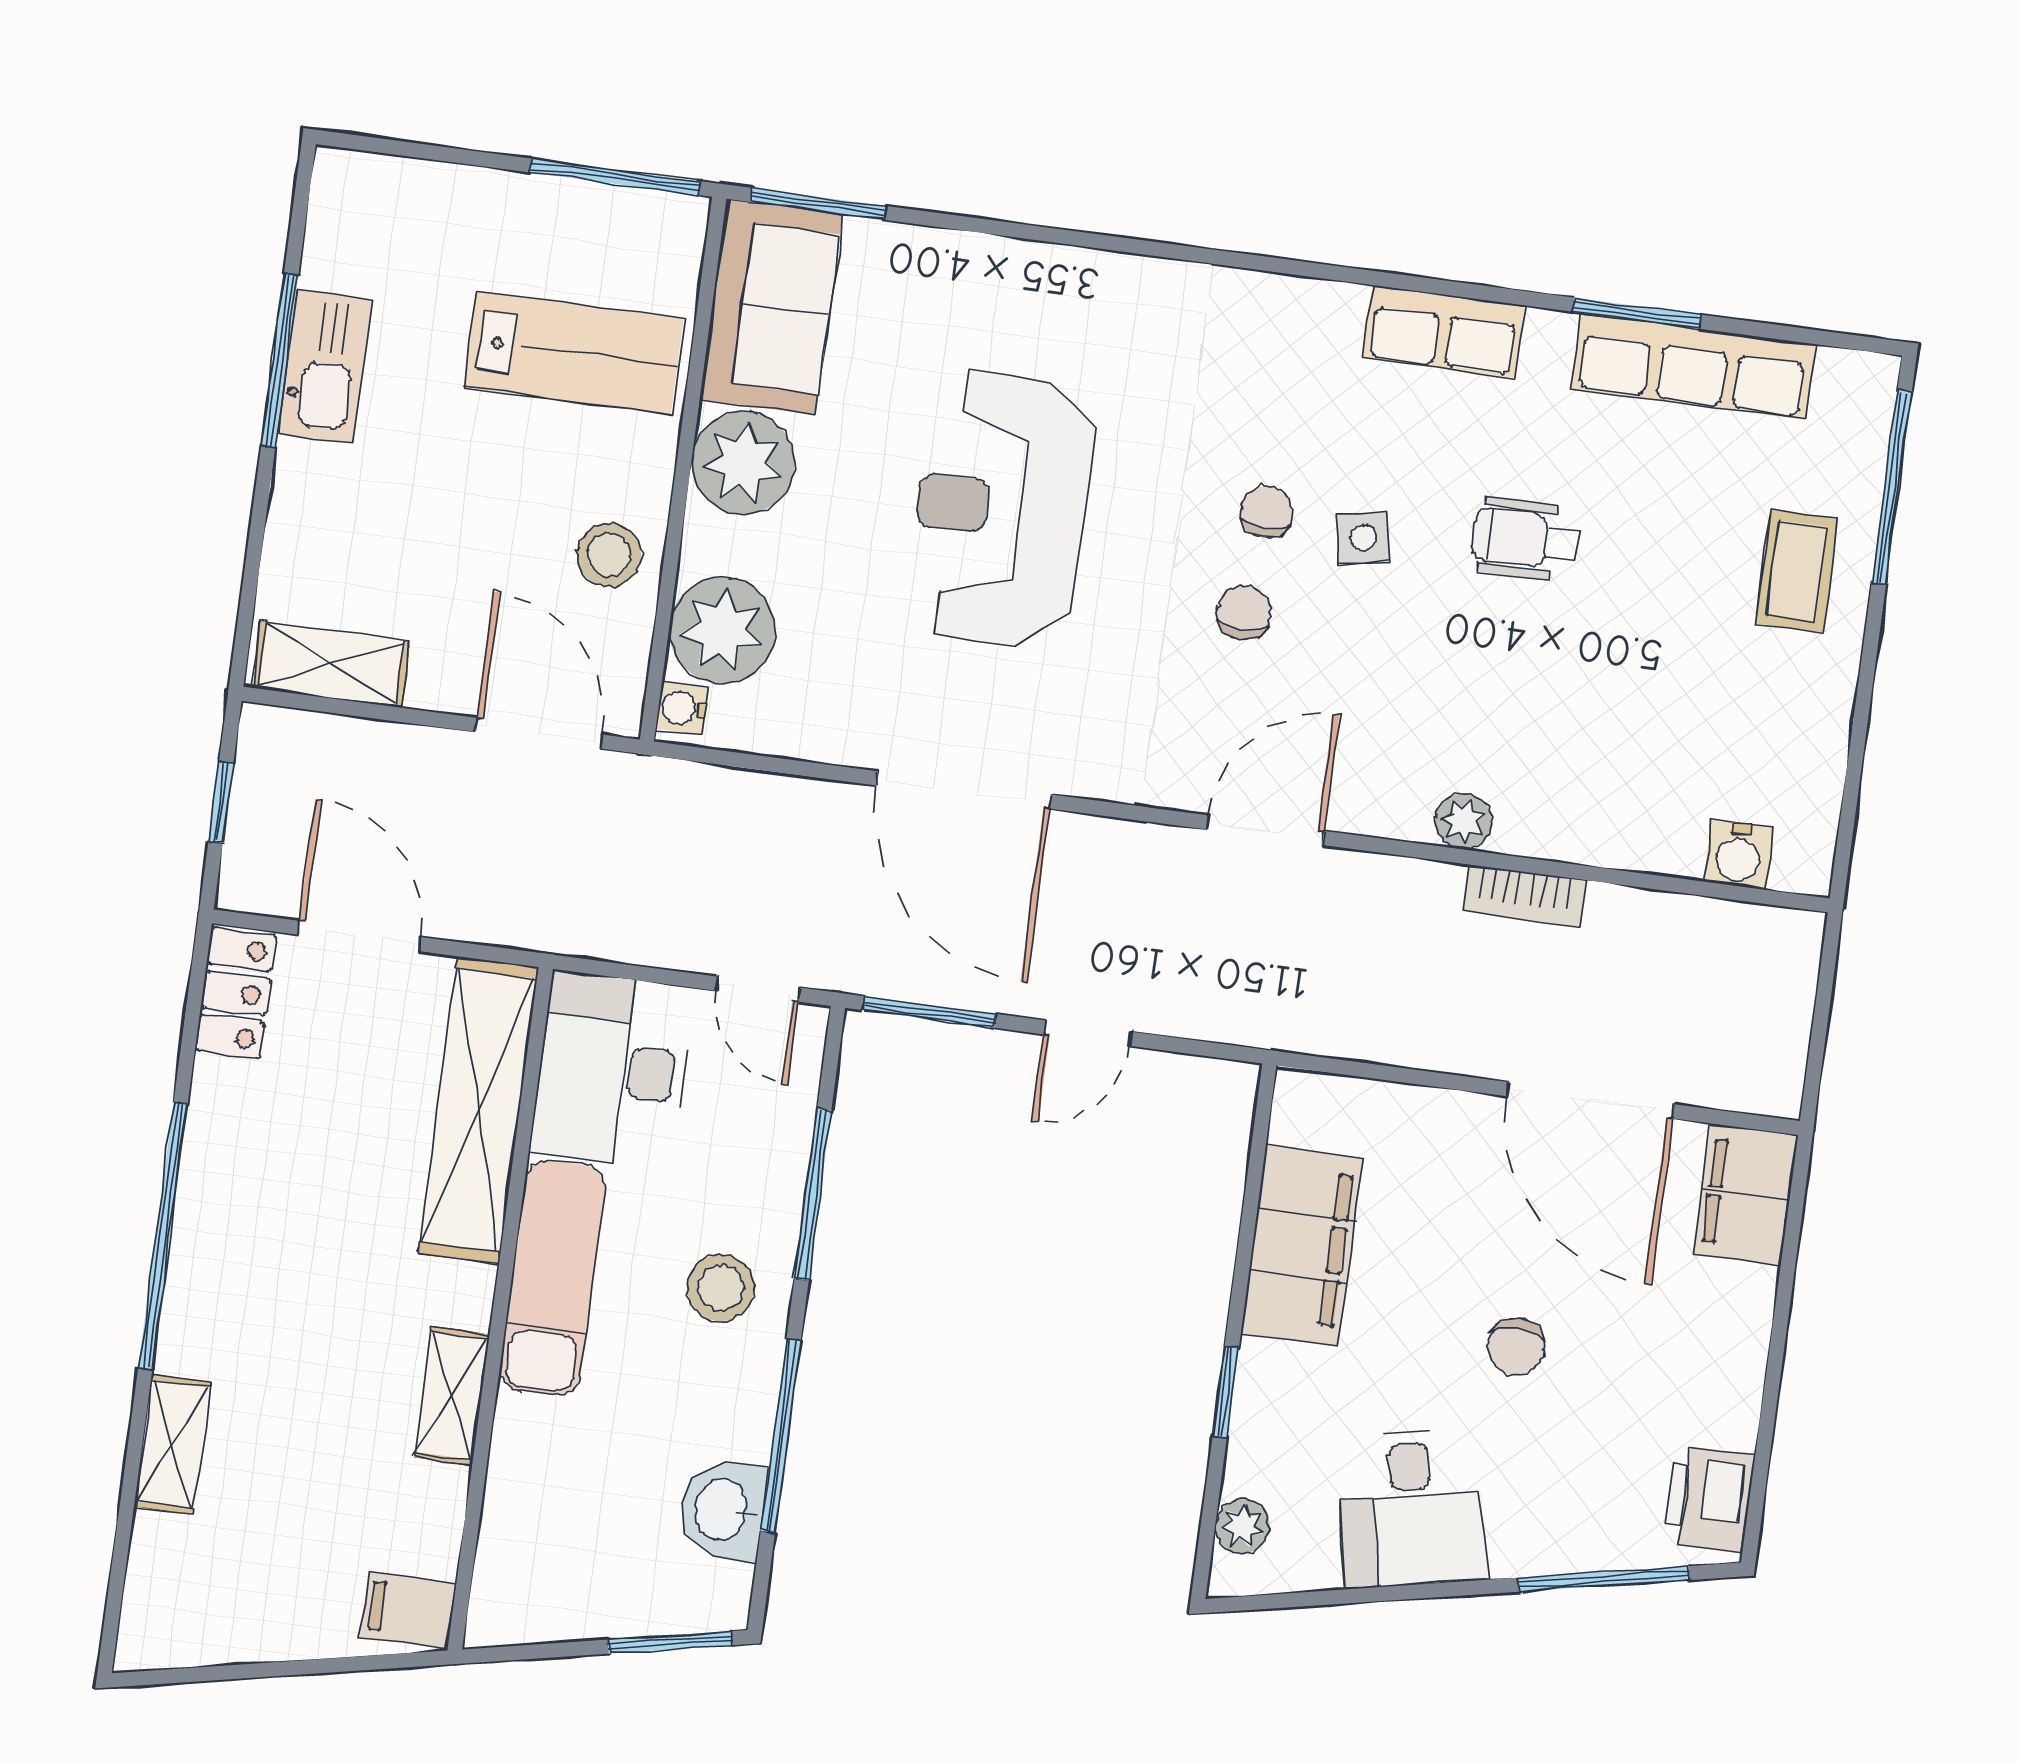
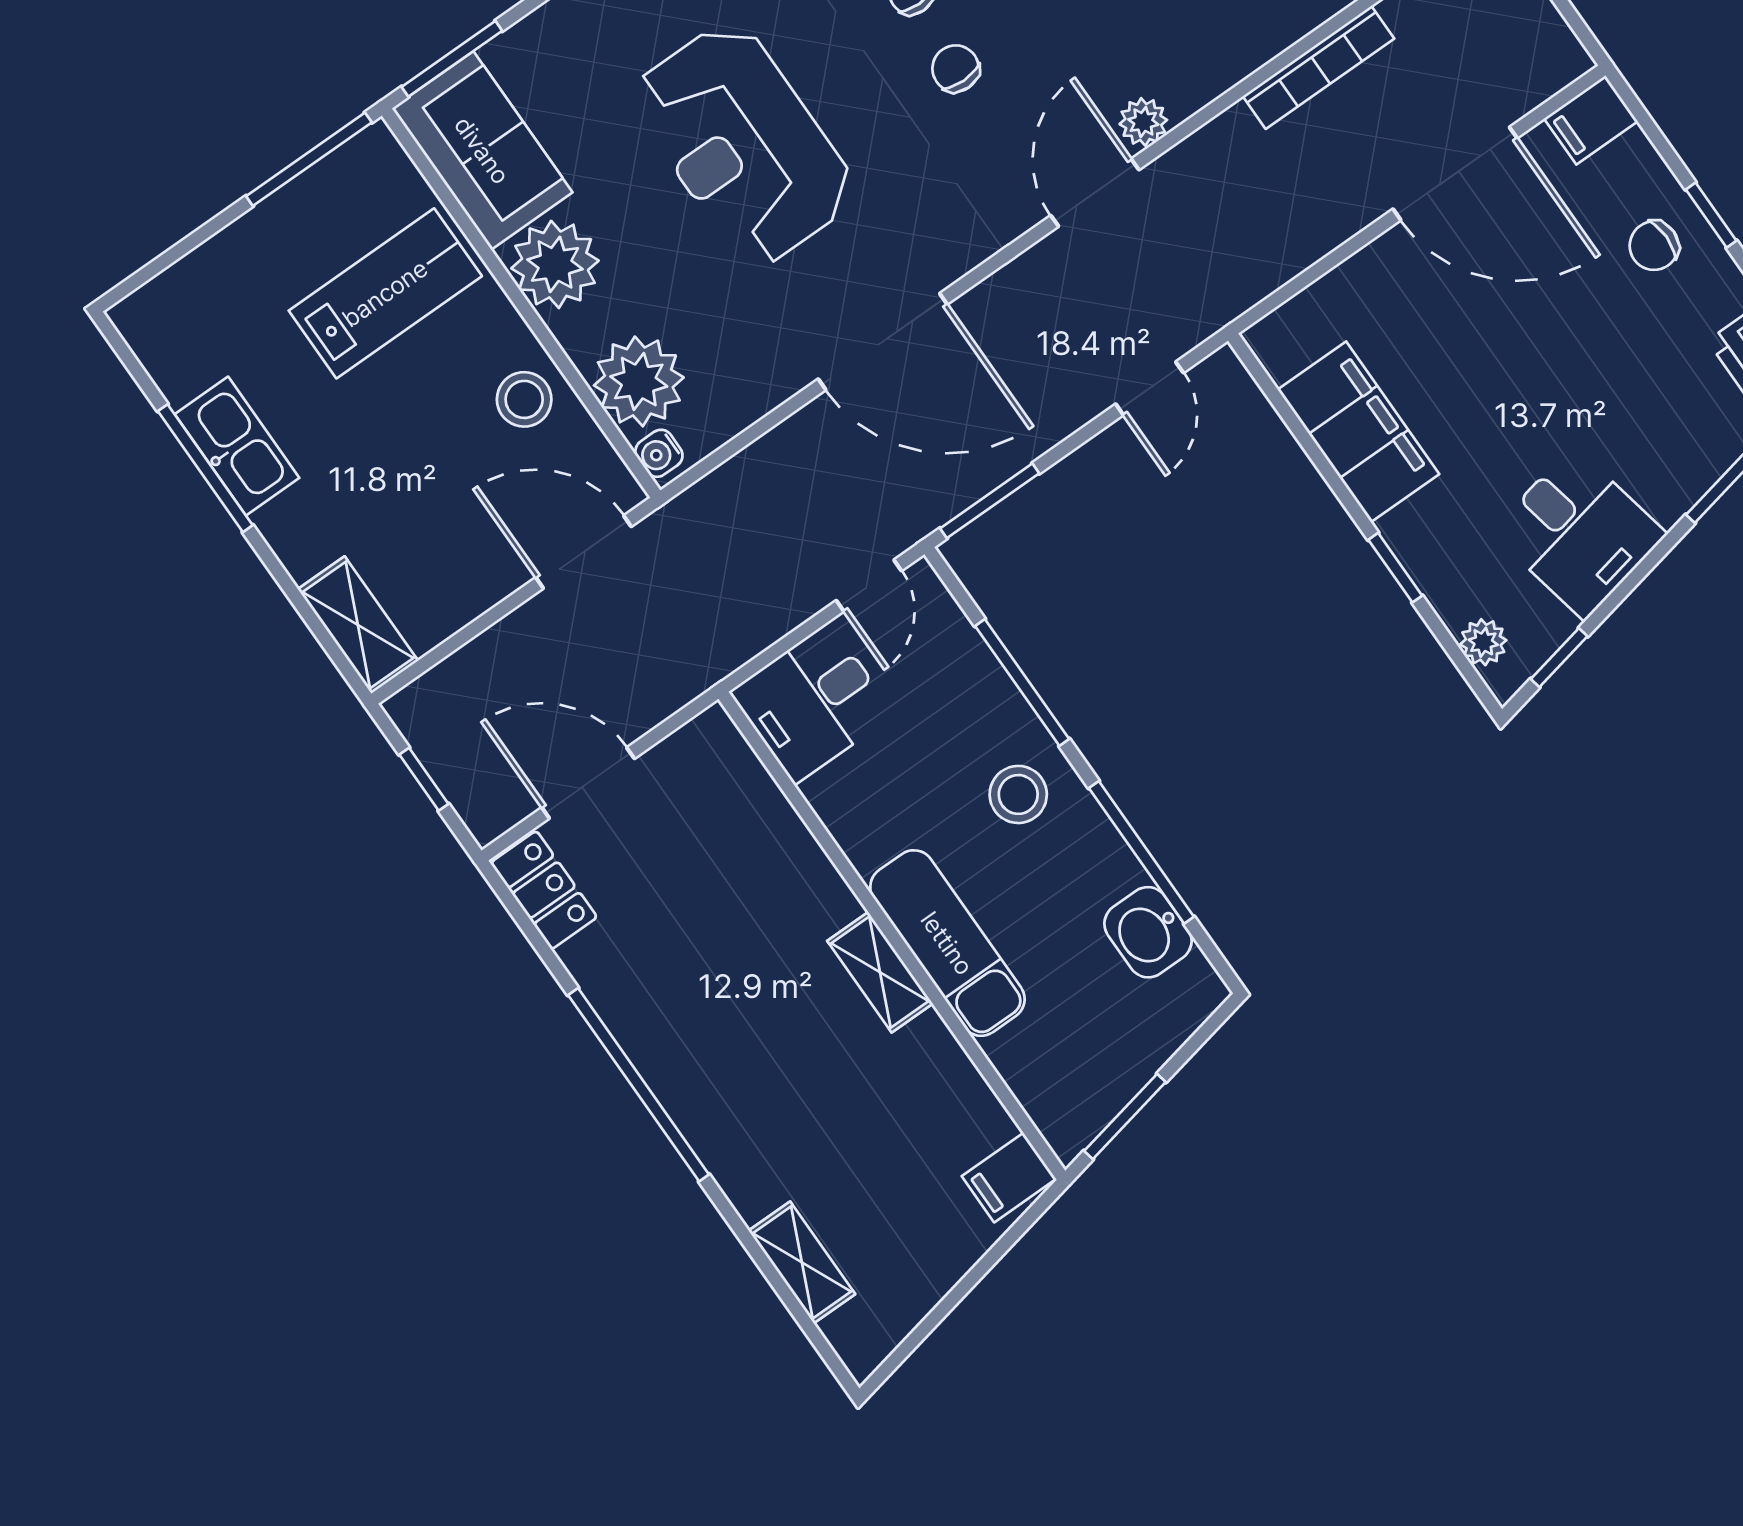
shelving: (331, 664) -> (358, 625), moved, turned 90
plant: (1463, 821) -> (1143, 122), moved
bookcase: (1524, 896) -> (1318, 67), width x1.56
door: (758, 989) -> (869, 586), hinge flipped
door: (1088, 1033) -> (1150, 388), moved
desk: (612, 1070) -> (812, 703), width x0.73
shelving: (478, 1110) -> (764, 823), removed
filing cabinet: (1746, 1195) -> (1591, 120), width x0.50
exam couch: (552, 1278) -> (947, 943), moved
window: (1778, 1339) -> (1711, 215), added
chair: (1516, 1347) -> (1654, 246), moved, turned 90
shelving: (452, 1396) -> (880, 972), moved
shelving: (172, 1444) -> (802, 1262), moved
window: (1295, 1600) -> (1559, 658), added
window: (670, 1642) -> (1125, 1117), moved

